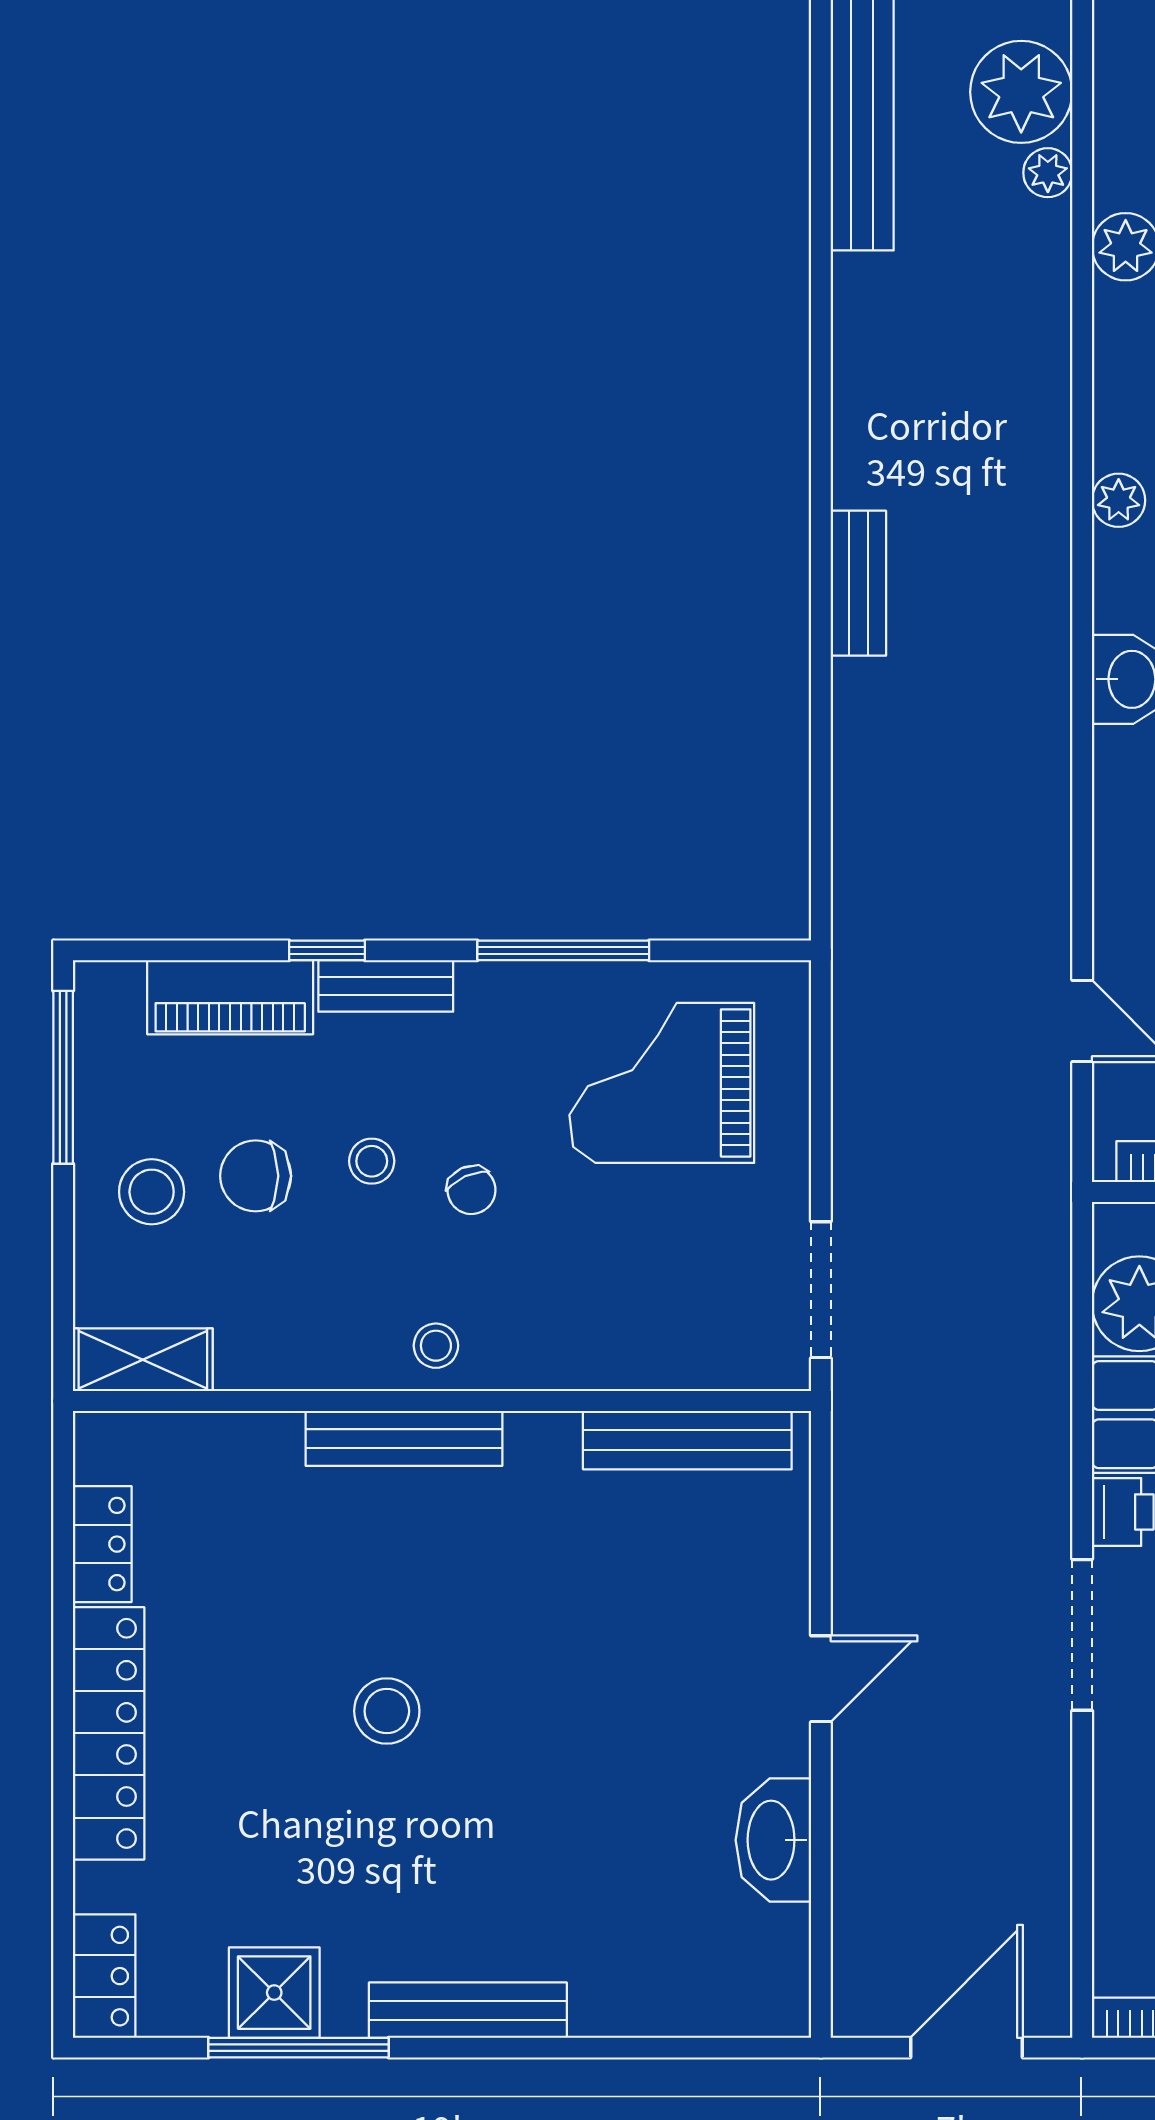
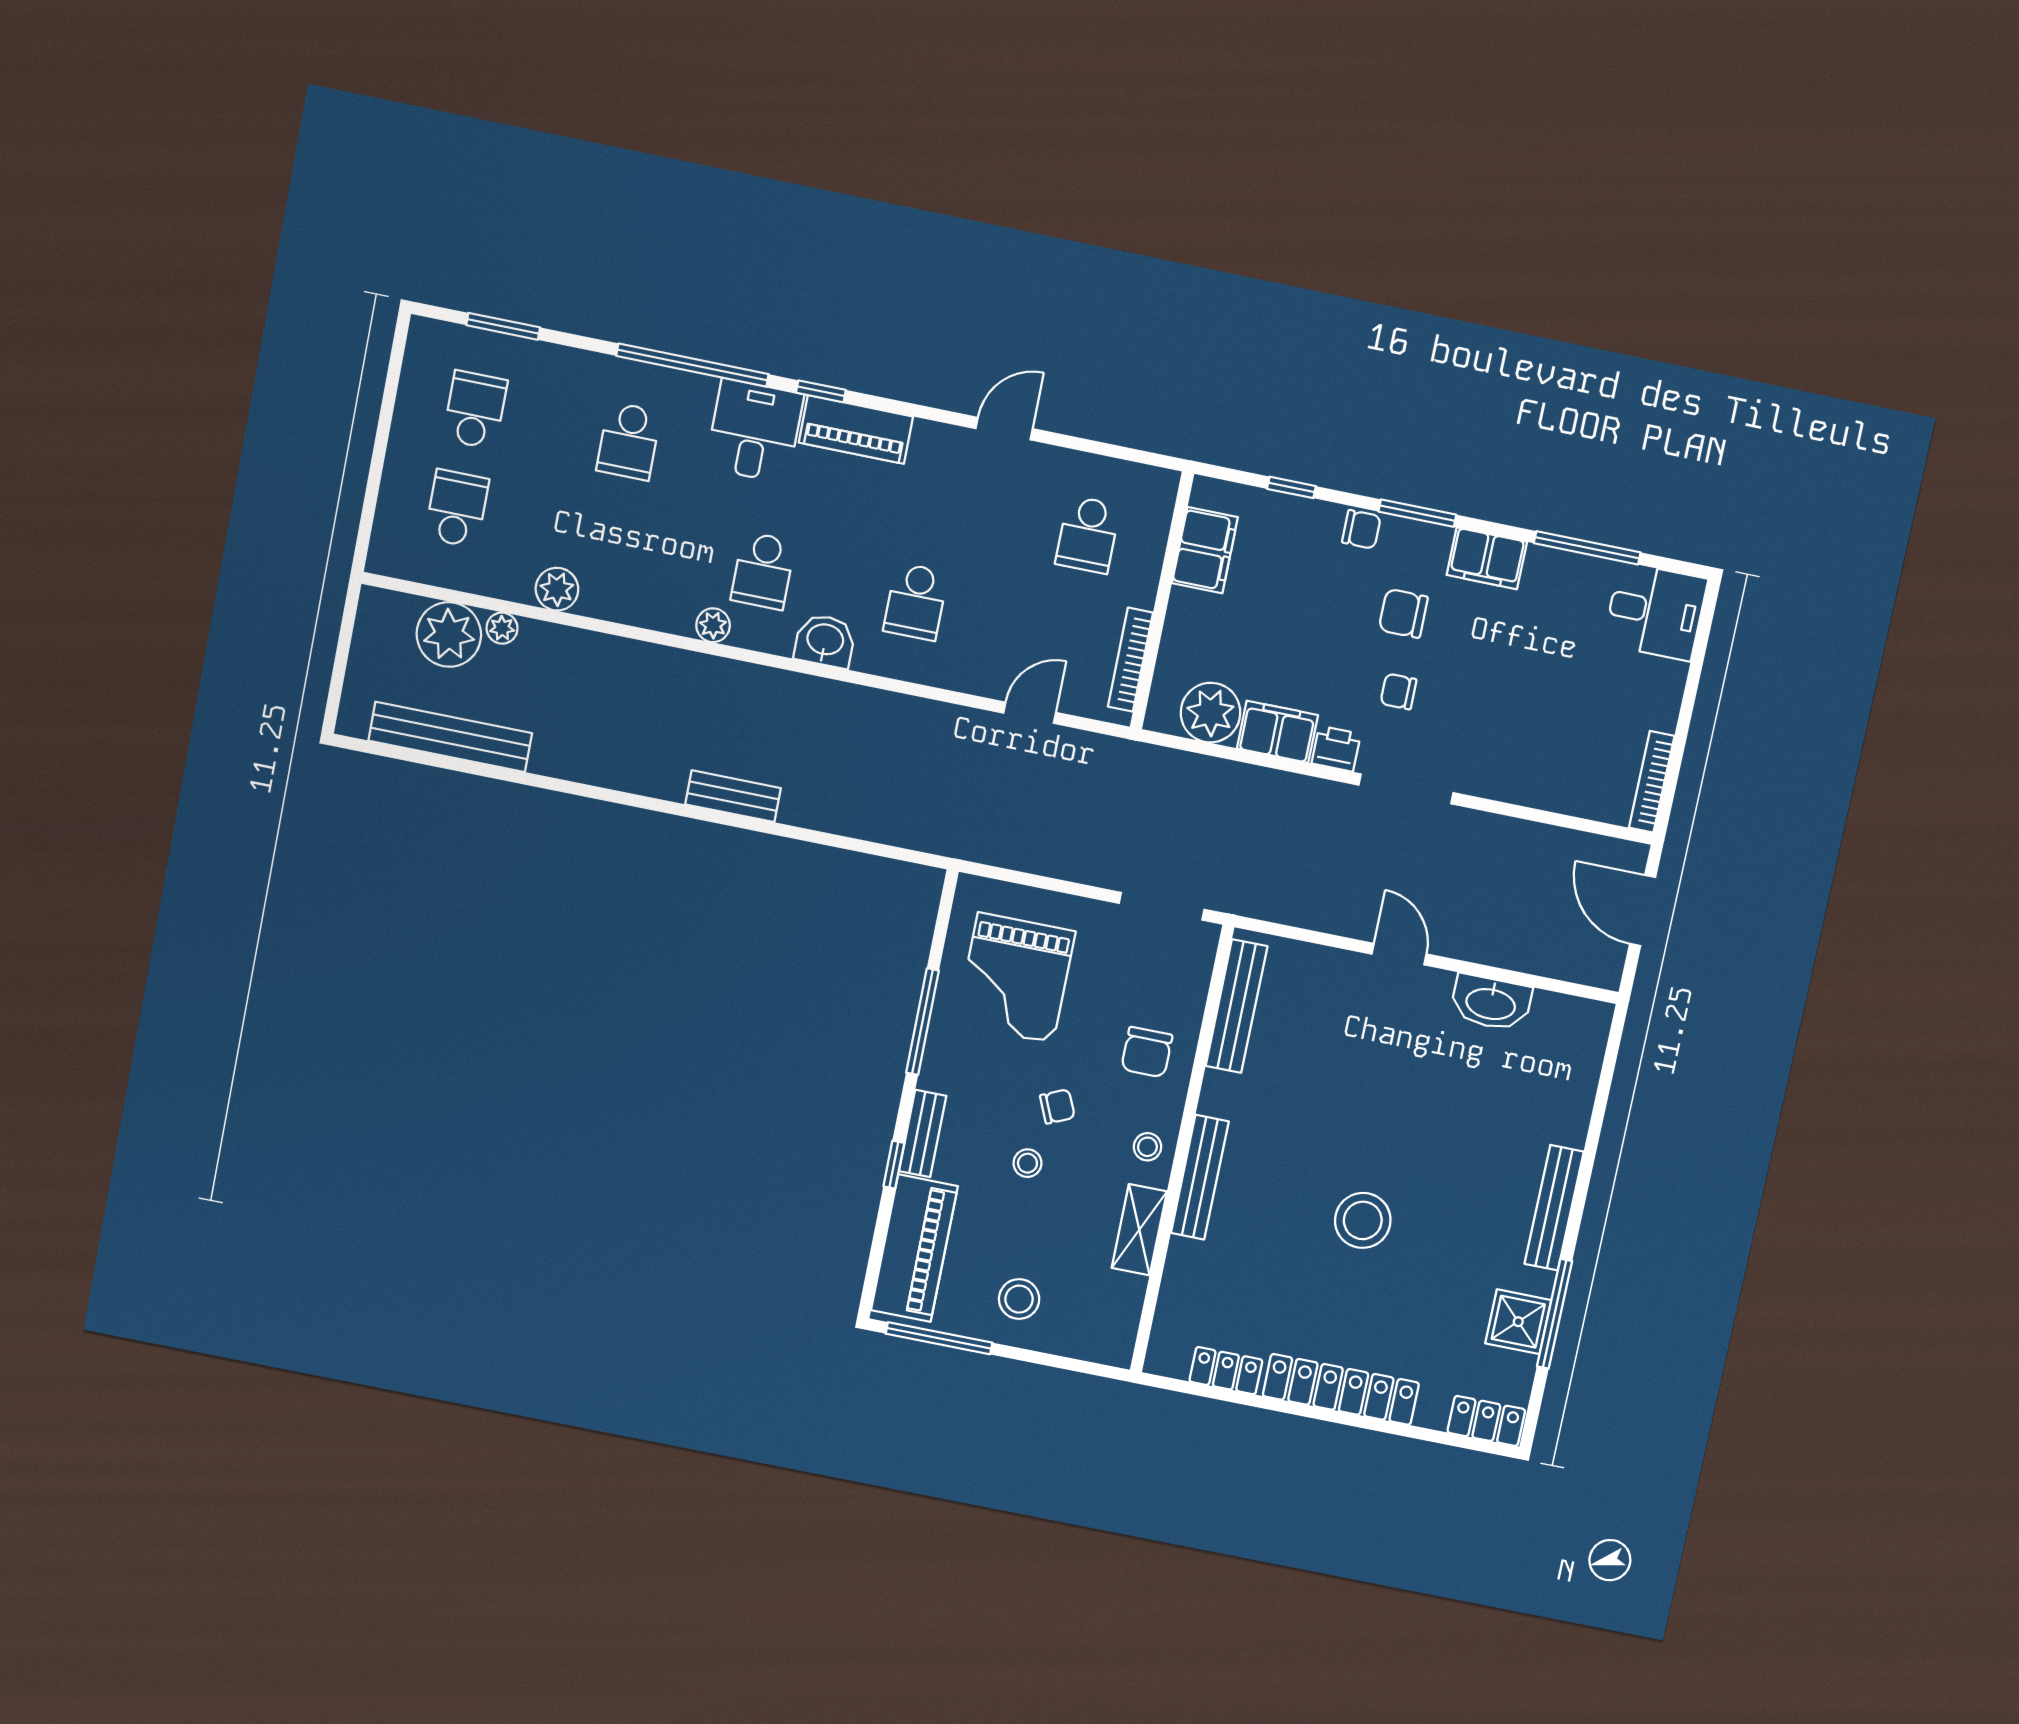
piano: (230, 997) -> (914, 1248), width x1.37, depth x1.33
chair: (256, 1176) -> (1147, 1052), moved
shelving: (143, 1360) -> (1139, 1230), moved
stool: (387, 1711) -> (1363, 1220), width x1.38, depth x1.38

